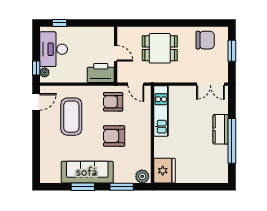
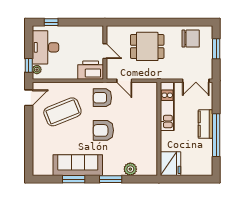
kitchen unit: (161, 111) -> (167, 106), moved
coffee table: (71, 117) -> (62, 112), turned 68
wall: (152, 134) -> (159, 129), moved
fridge: (164, 171) -> (170, 164), moved

